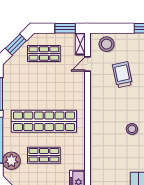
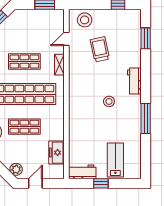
shelving: (80, 44) -> (59, 65), moved
shop shelf: (44, 53) -> (24, 61), moved

